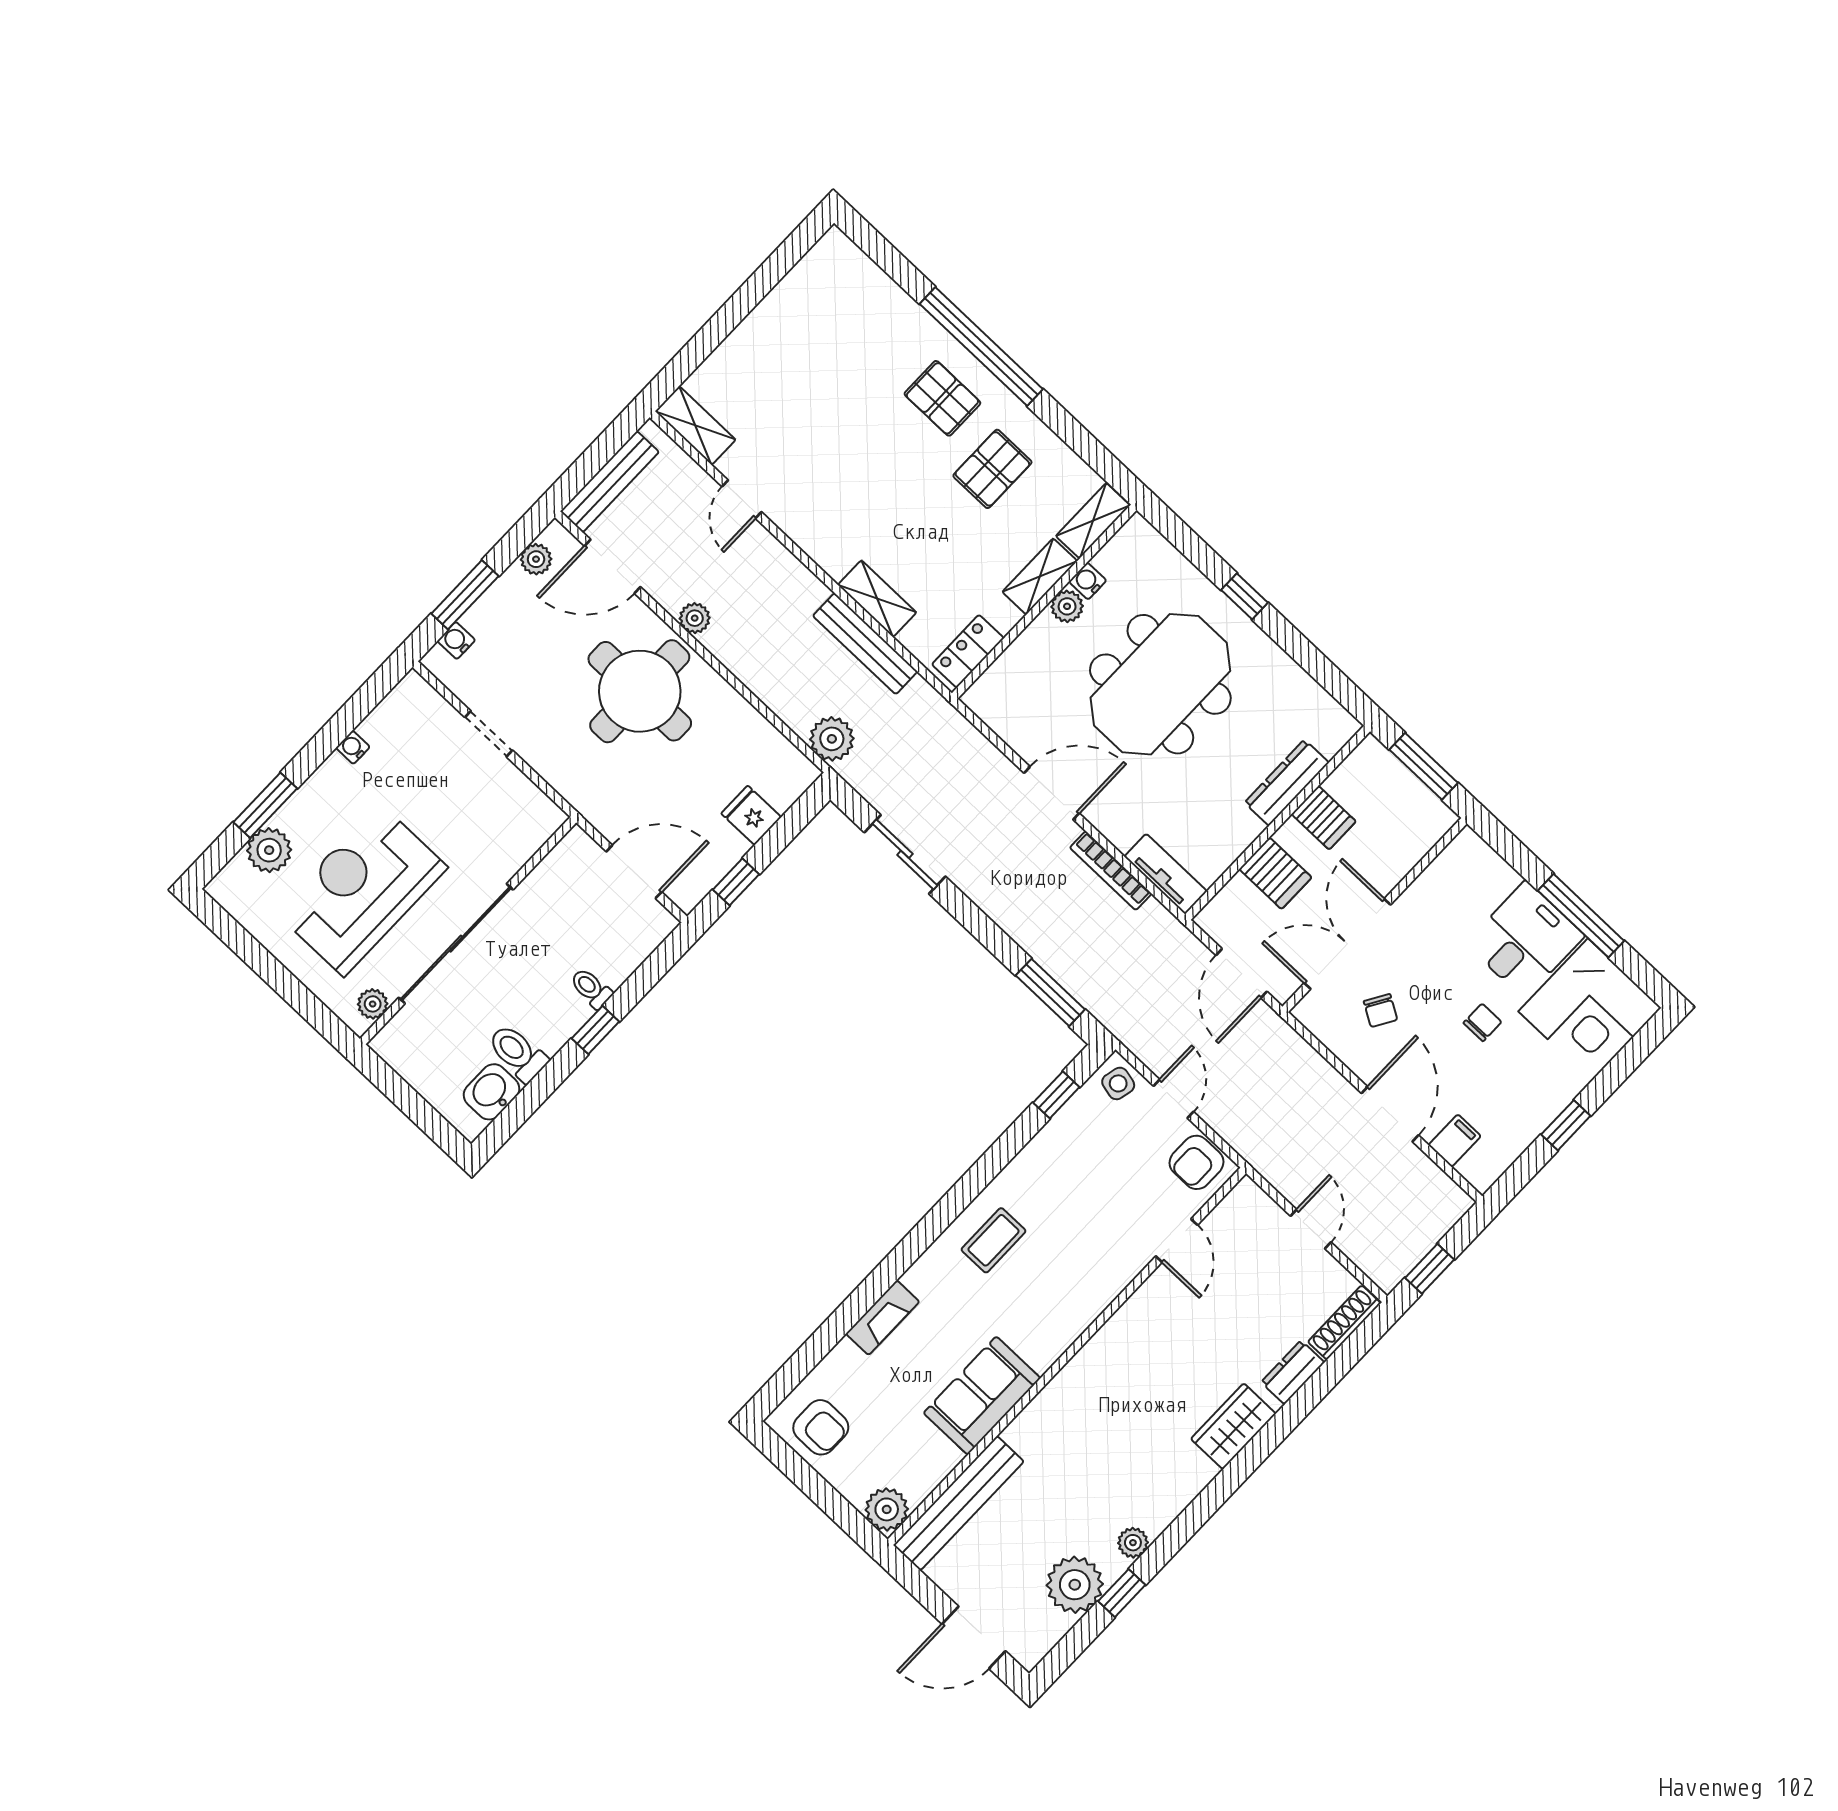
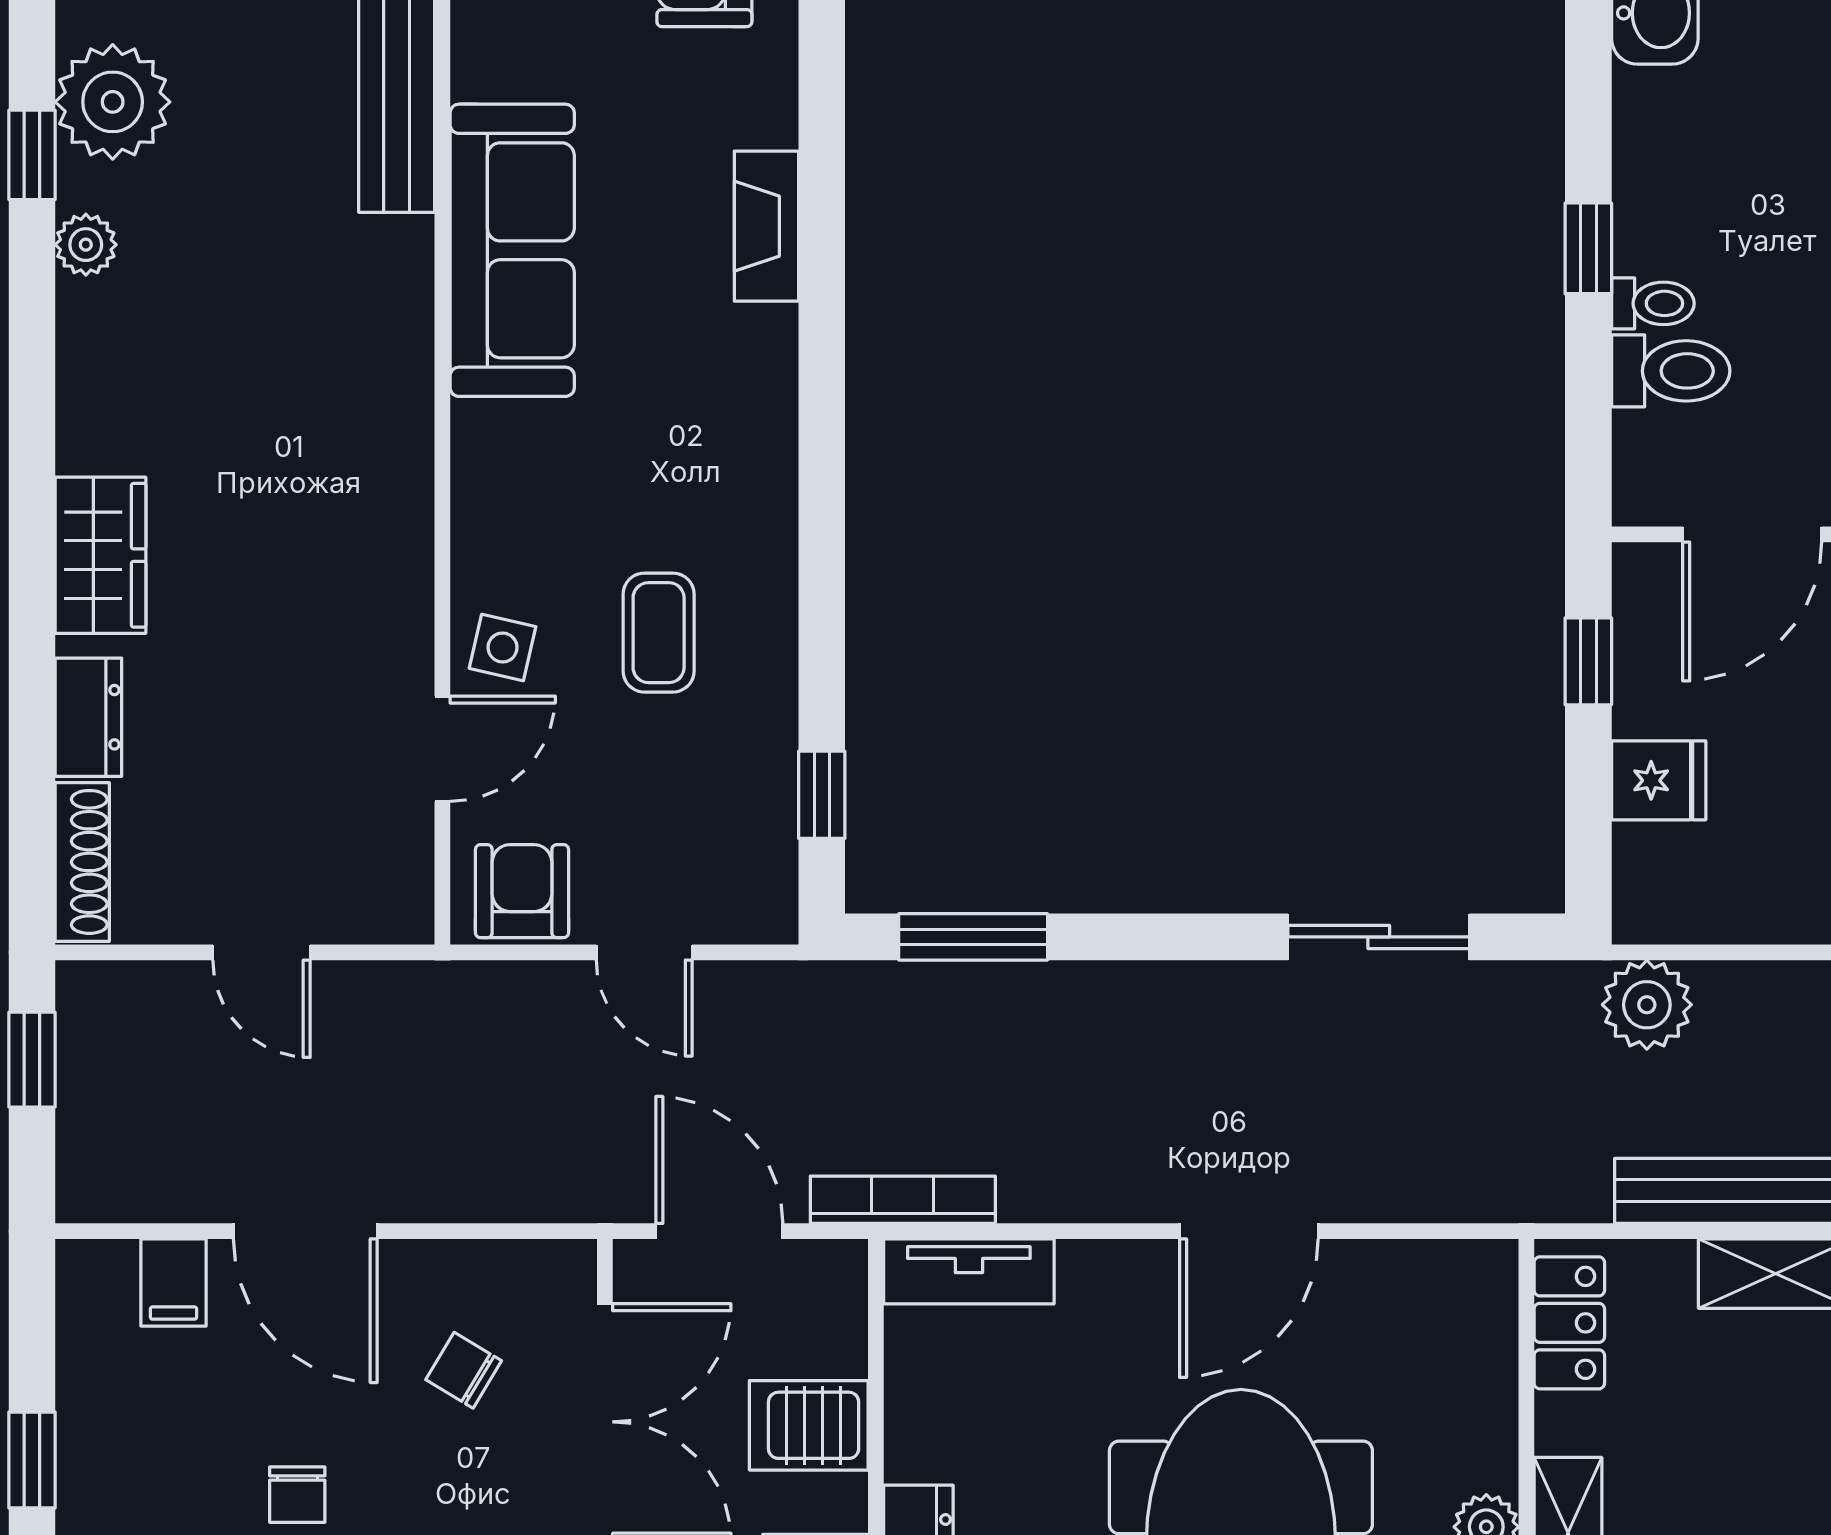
bookcase: (1111, 871) -> (903, 1200), moved
toilet: (518, 1053) -> (1671, 371), moved
side table: (1118, 1083) -> (503, 647), moved
coffee table: (994, 1240) -> (659, 633), moved
door: (1177, 1241) -> (442, 749), swing flipped
sofa: (982, 1396) -> (512, 250), width x1.36

